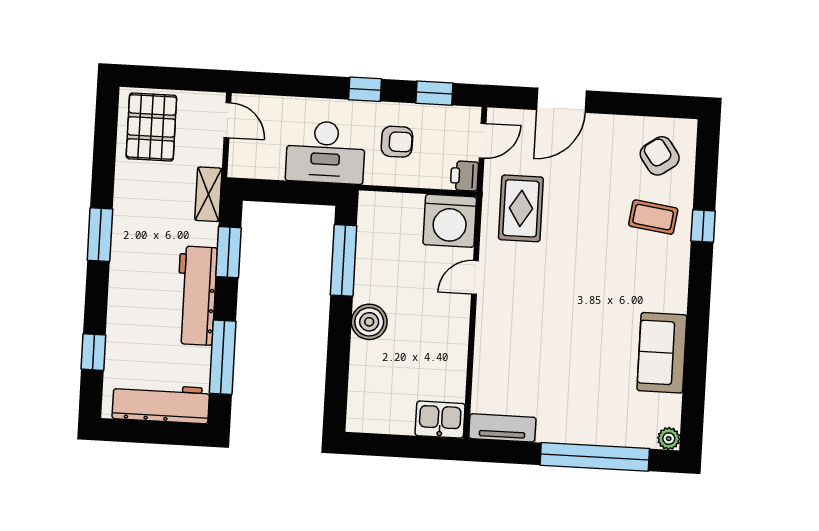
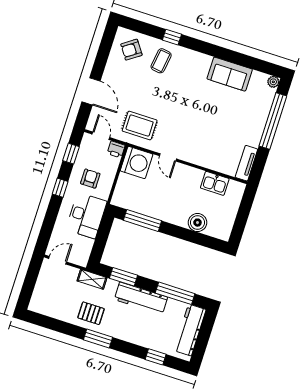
pallet: (151, 127) -> (91, 313), moved, width x0.67, depth x0.71
boiler: (369, 322) -> (198, 223), moved
kitchen sink: (440, 420) -> (215, 183), moved, turned -90

